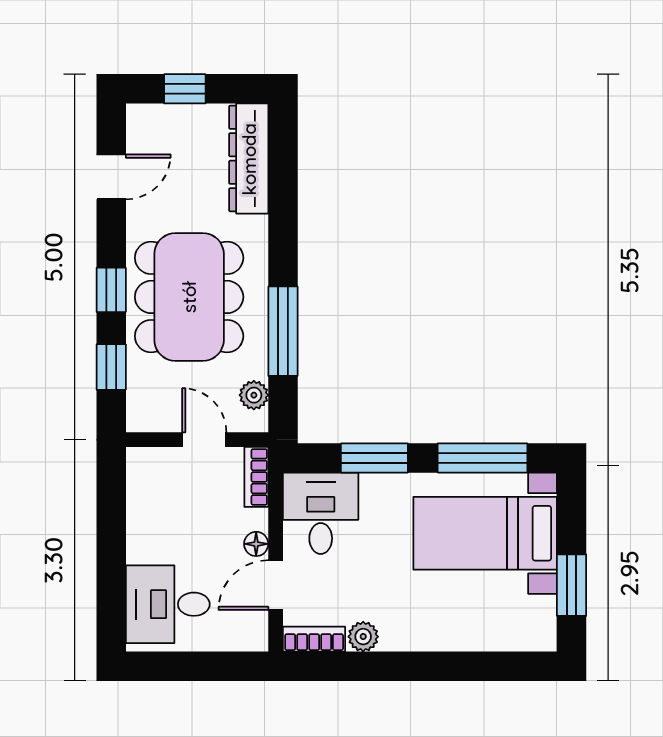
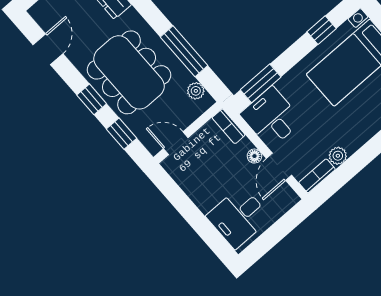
door: (204, 440) -> (176, 143), moved
window: (374, 458) -> (261, 83), moved
window: (483, 458) -> (322, 30), width x0.46

